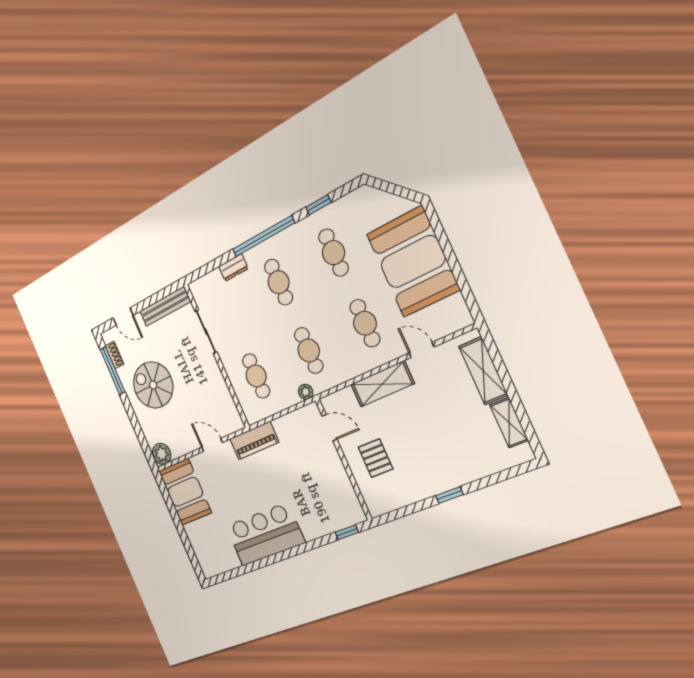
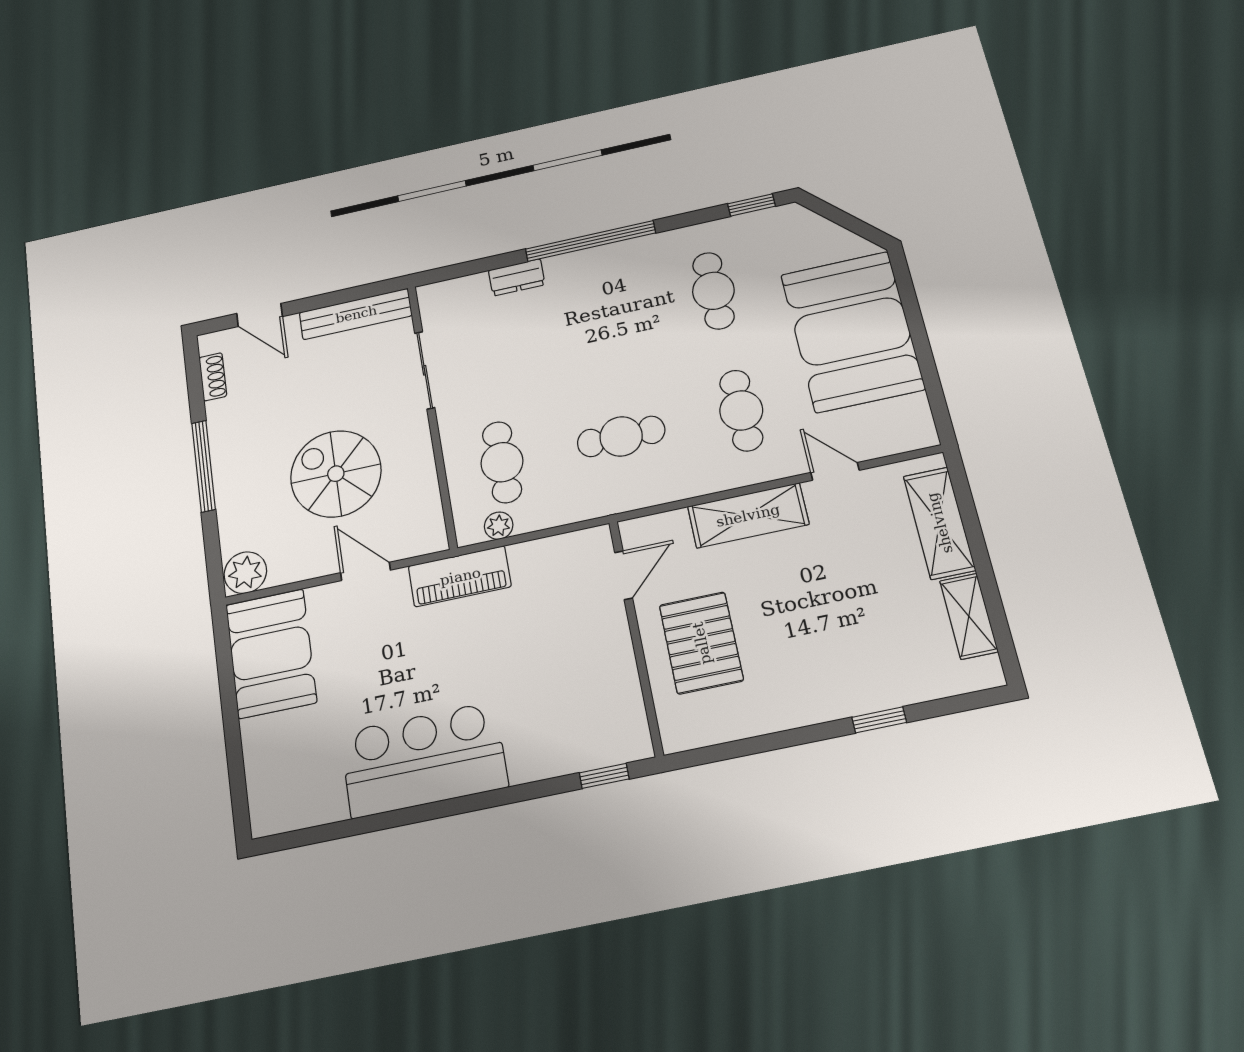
window: (318, 205) -> (751, 205), moved
cafe table: (279, 282) -> (597, 317), removed
cafe table: (309, 350) -> (621, 436), turned 90
window: (113, 371) -> (204, 466), moved
spiral stairs: (153, 385) -> (336, 474), moved
plant: (306, 392) -> (499, 526), moved
door: (329, 428) -> (624, 575), hinge flipped
pallet: (375, 458) -> (701, 643), width x1.50, depth x1.42
window: (449, 495) -> (879, 720), moved

